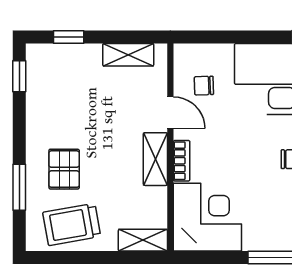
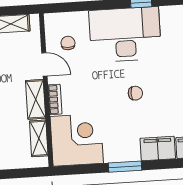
chair: (204, 86) -> (68, 43), turned 92
shelving: (143, 240) -> (39, 138), moved, turned 90

